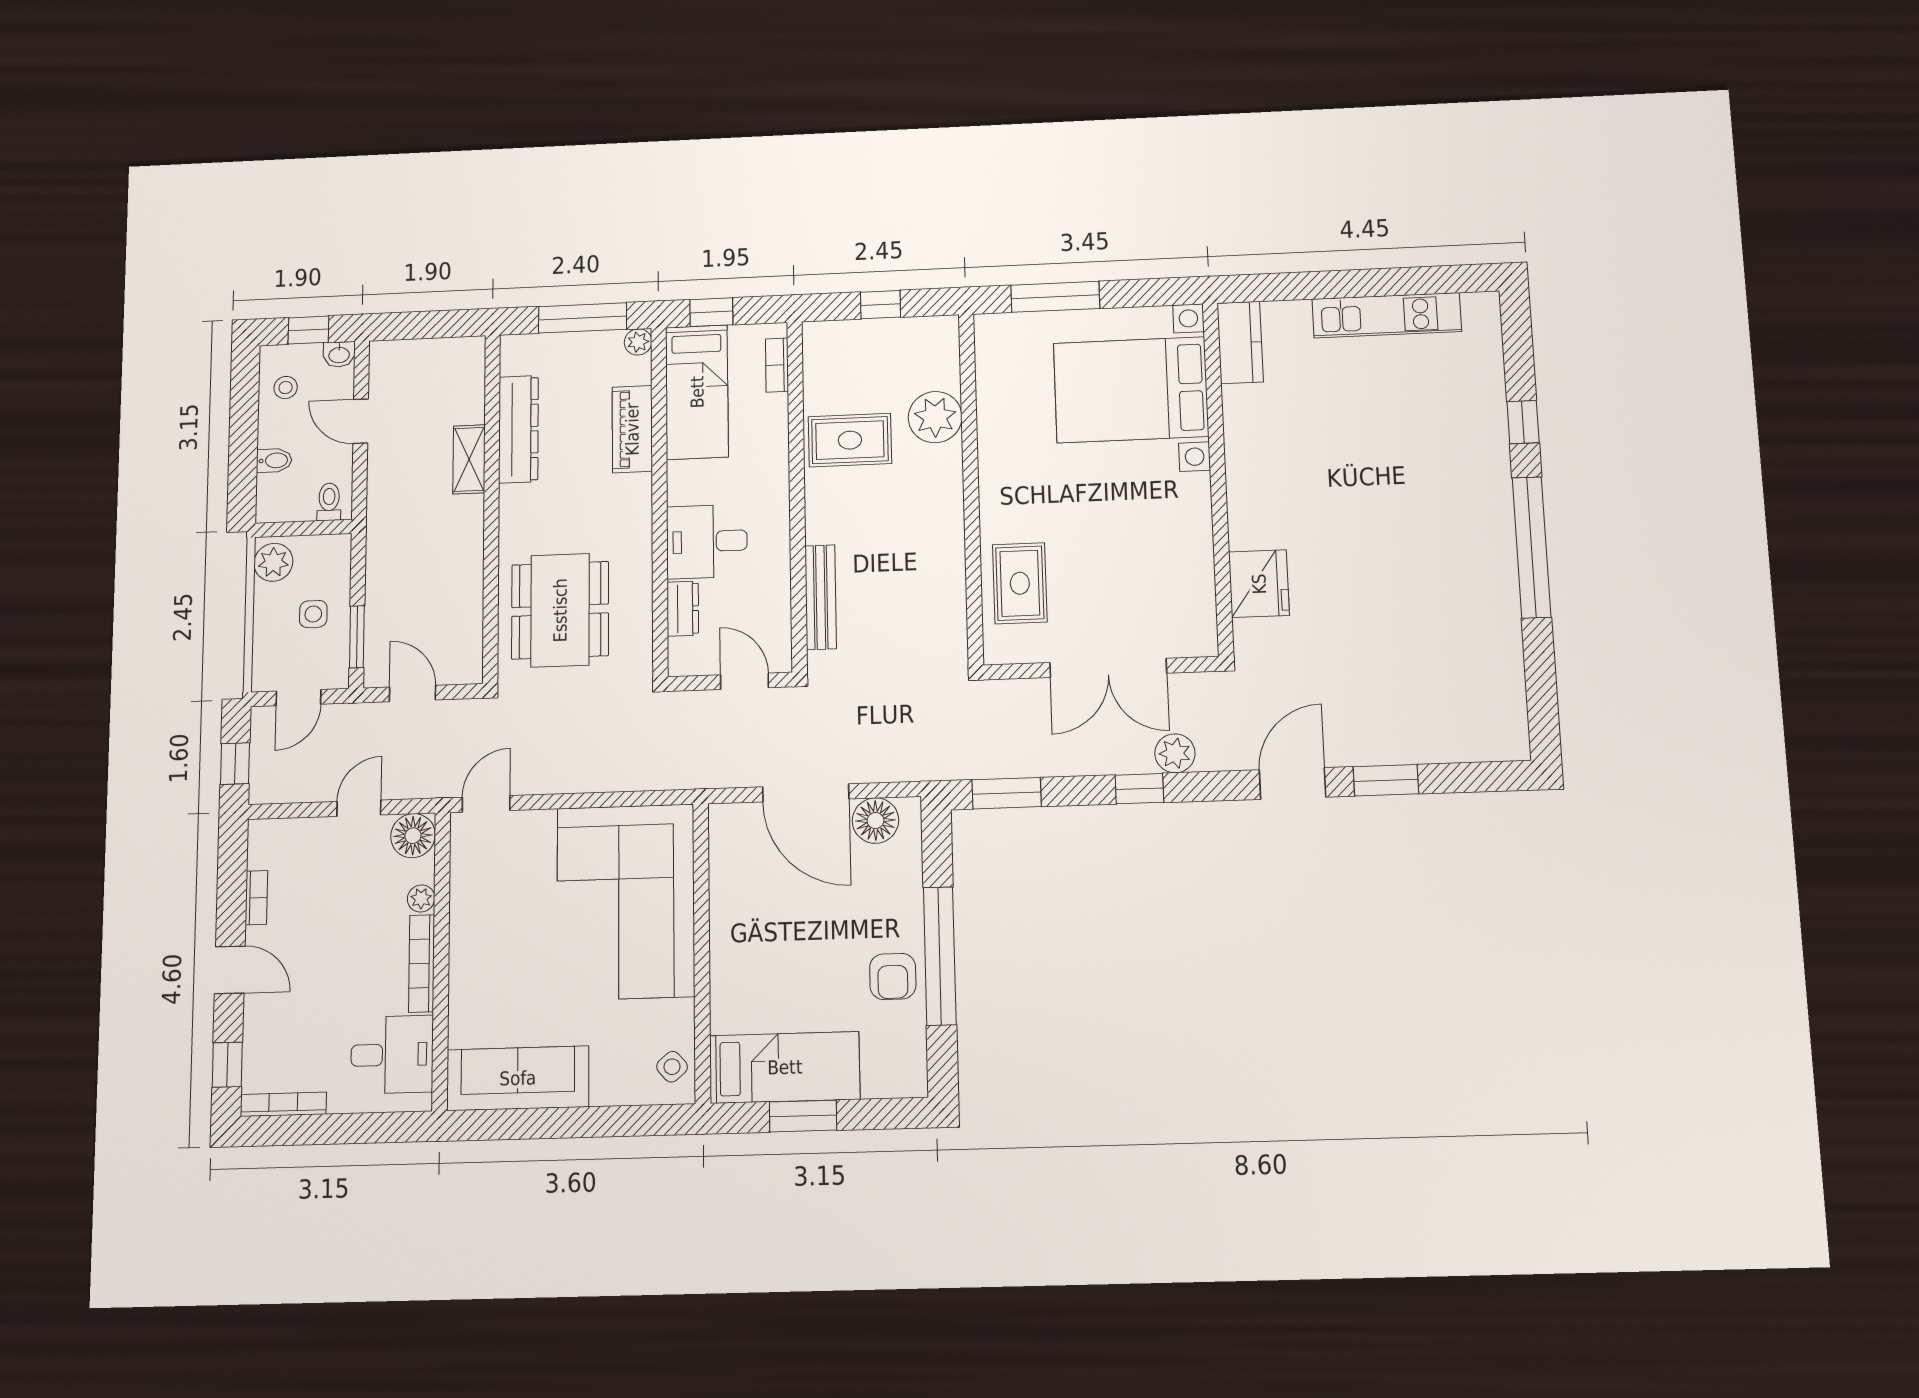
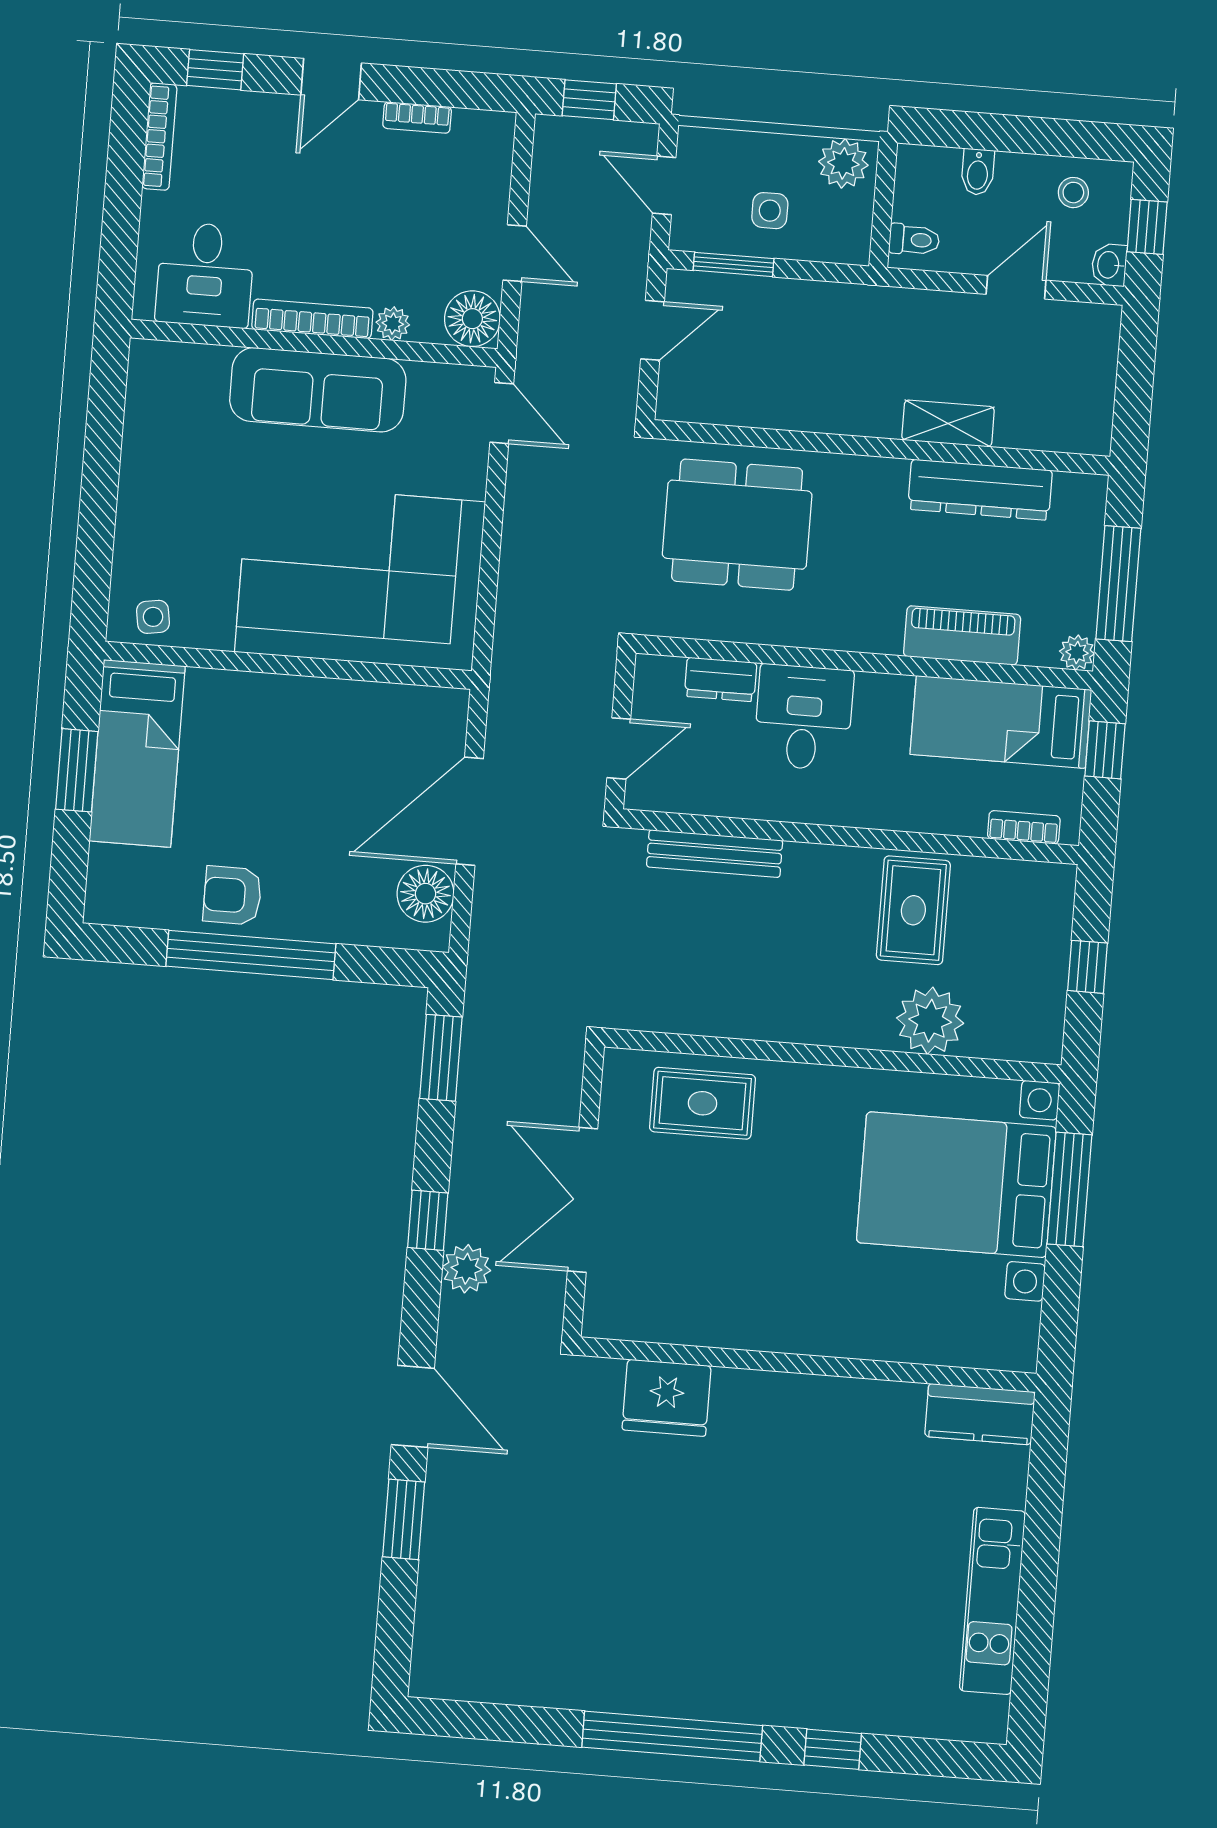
bed with nightstands: (1131, 390) -> (956, 1185), moved, turned -90
side table: (672, 1067) -> (153, 617), turned 32
sofa: (518, 1078) -> (318, 390), moved, turned 90

